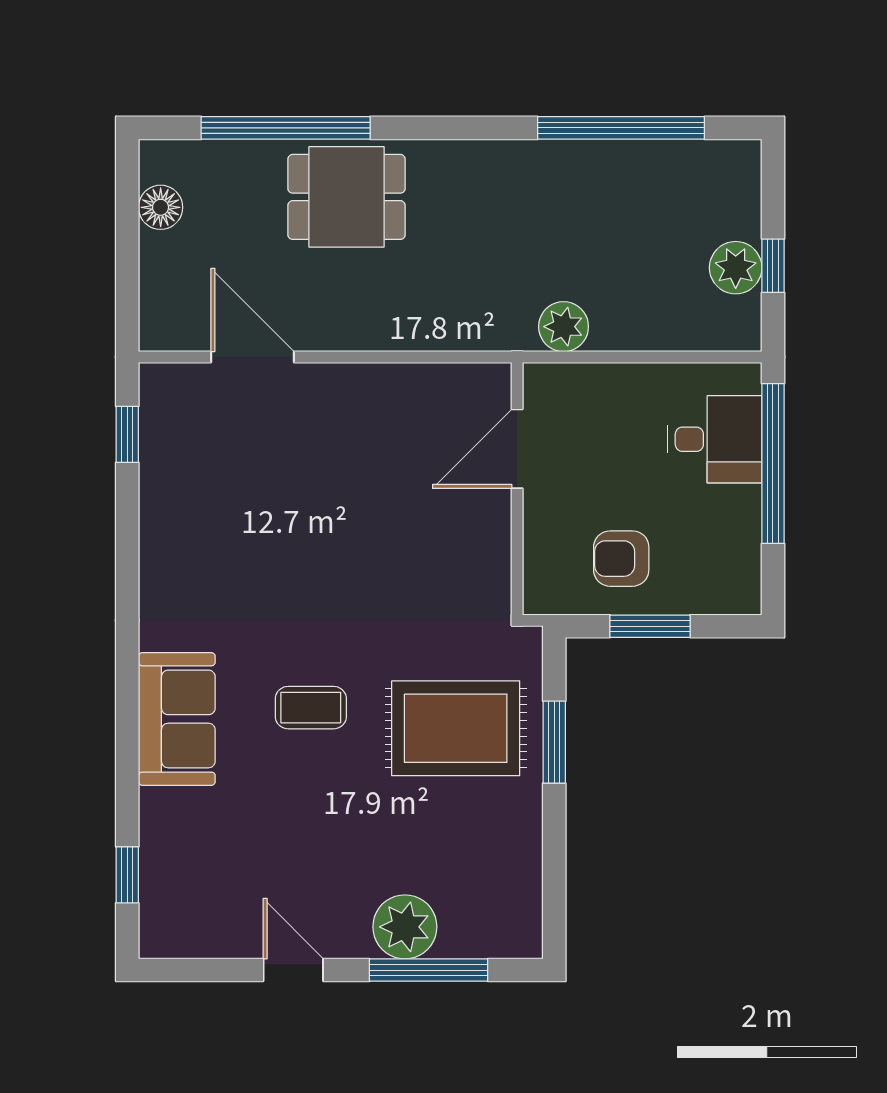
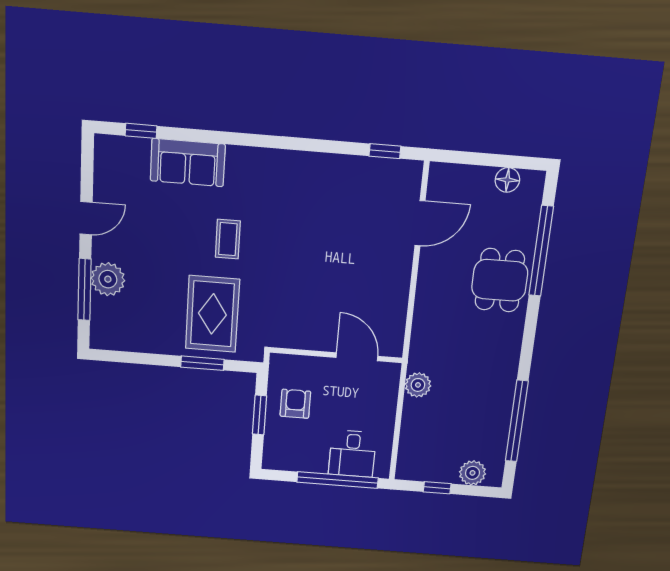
plant: (736, 268) -> (472, 473), moved
sofa: (177, 719) -> (188, 163), moved

